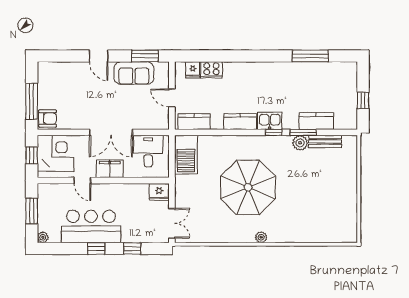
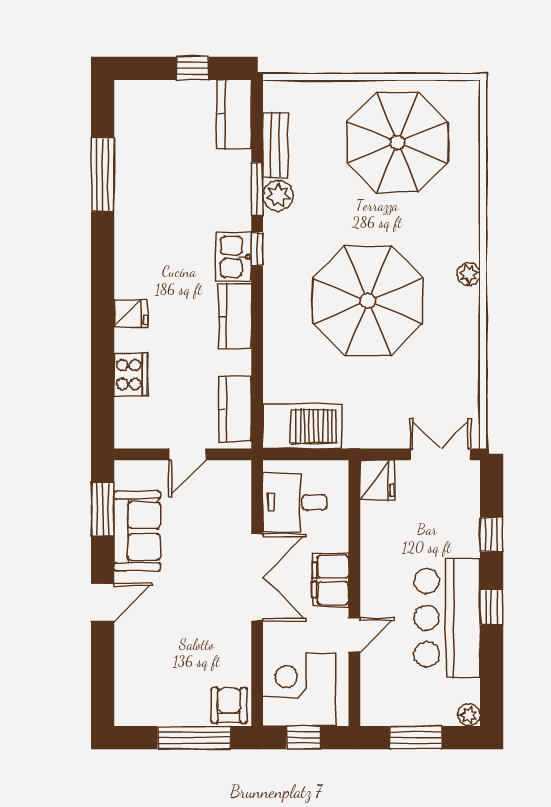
fridge: (193, 70) -> (131, 313), moved
kitchen counter: (316, 121) -> (234, 114), moved
parasol: (326, 202) -> (397, 142), added

